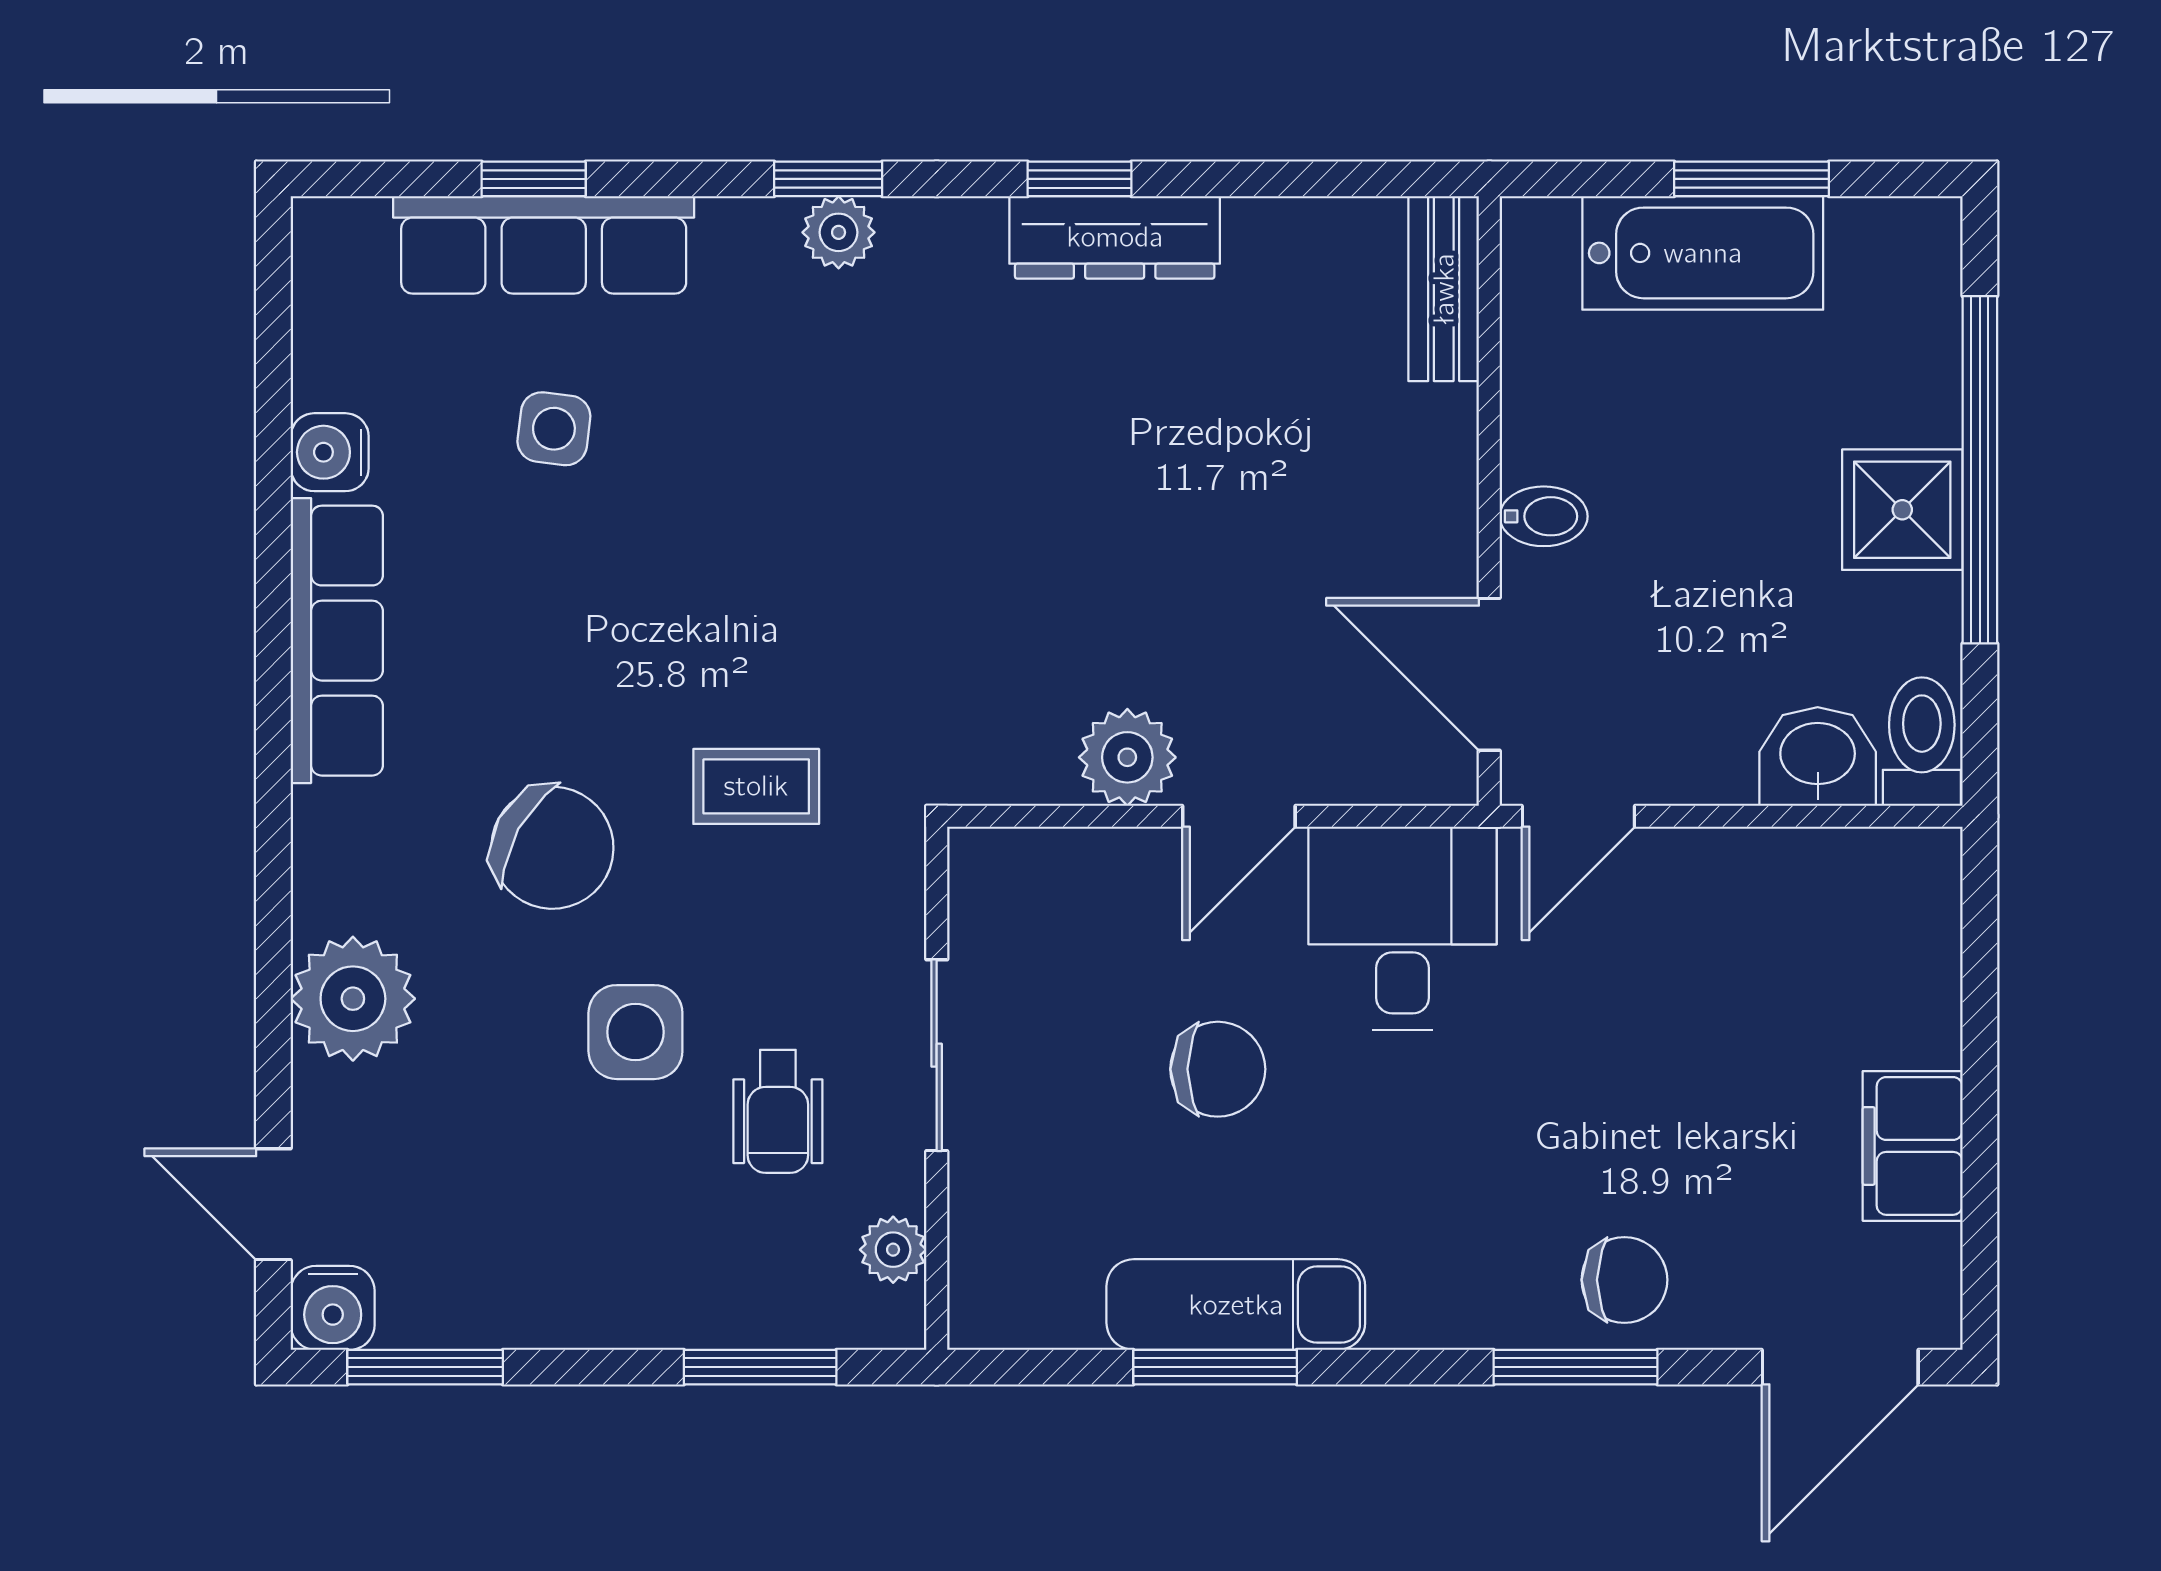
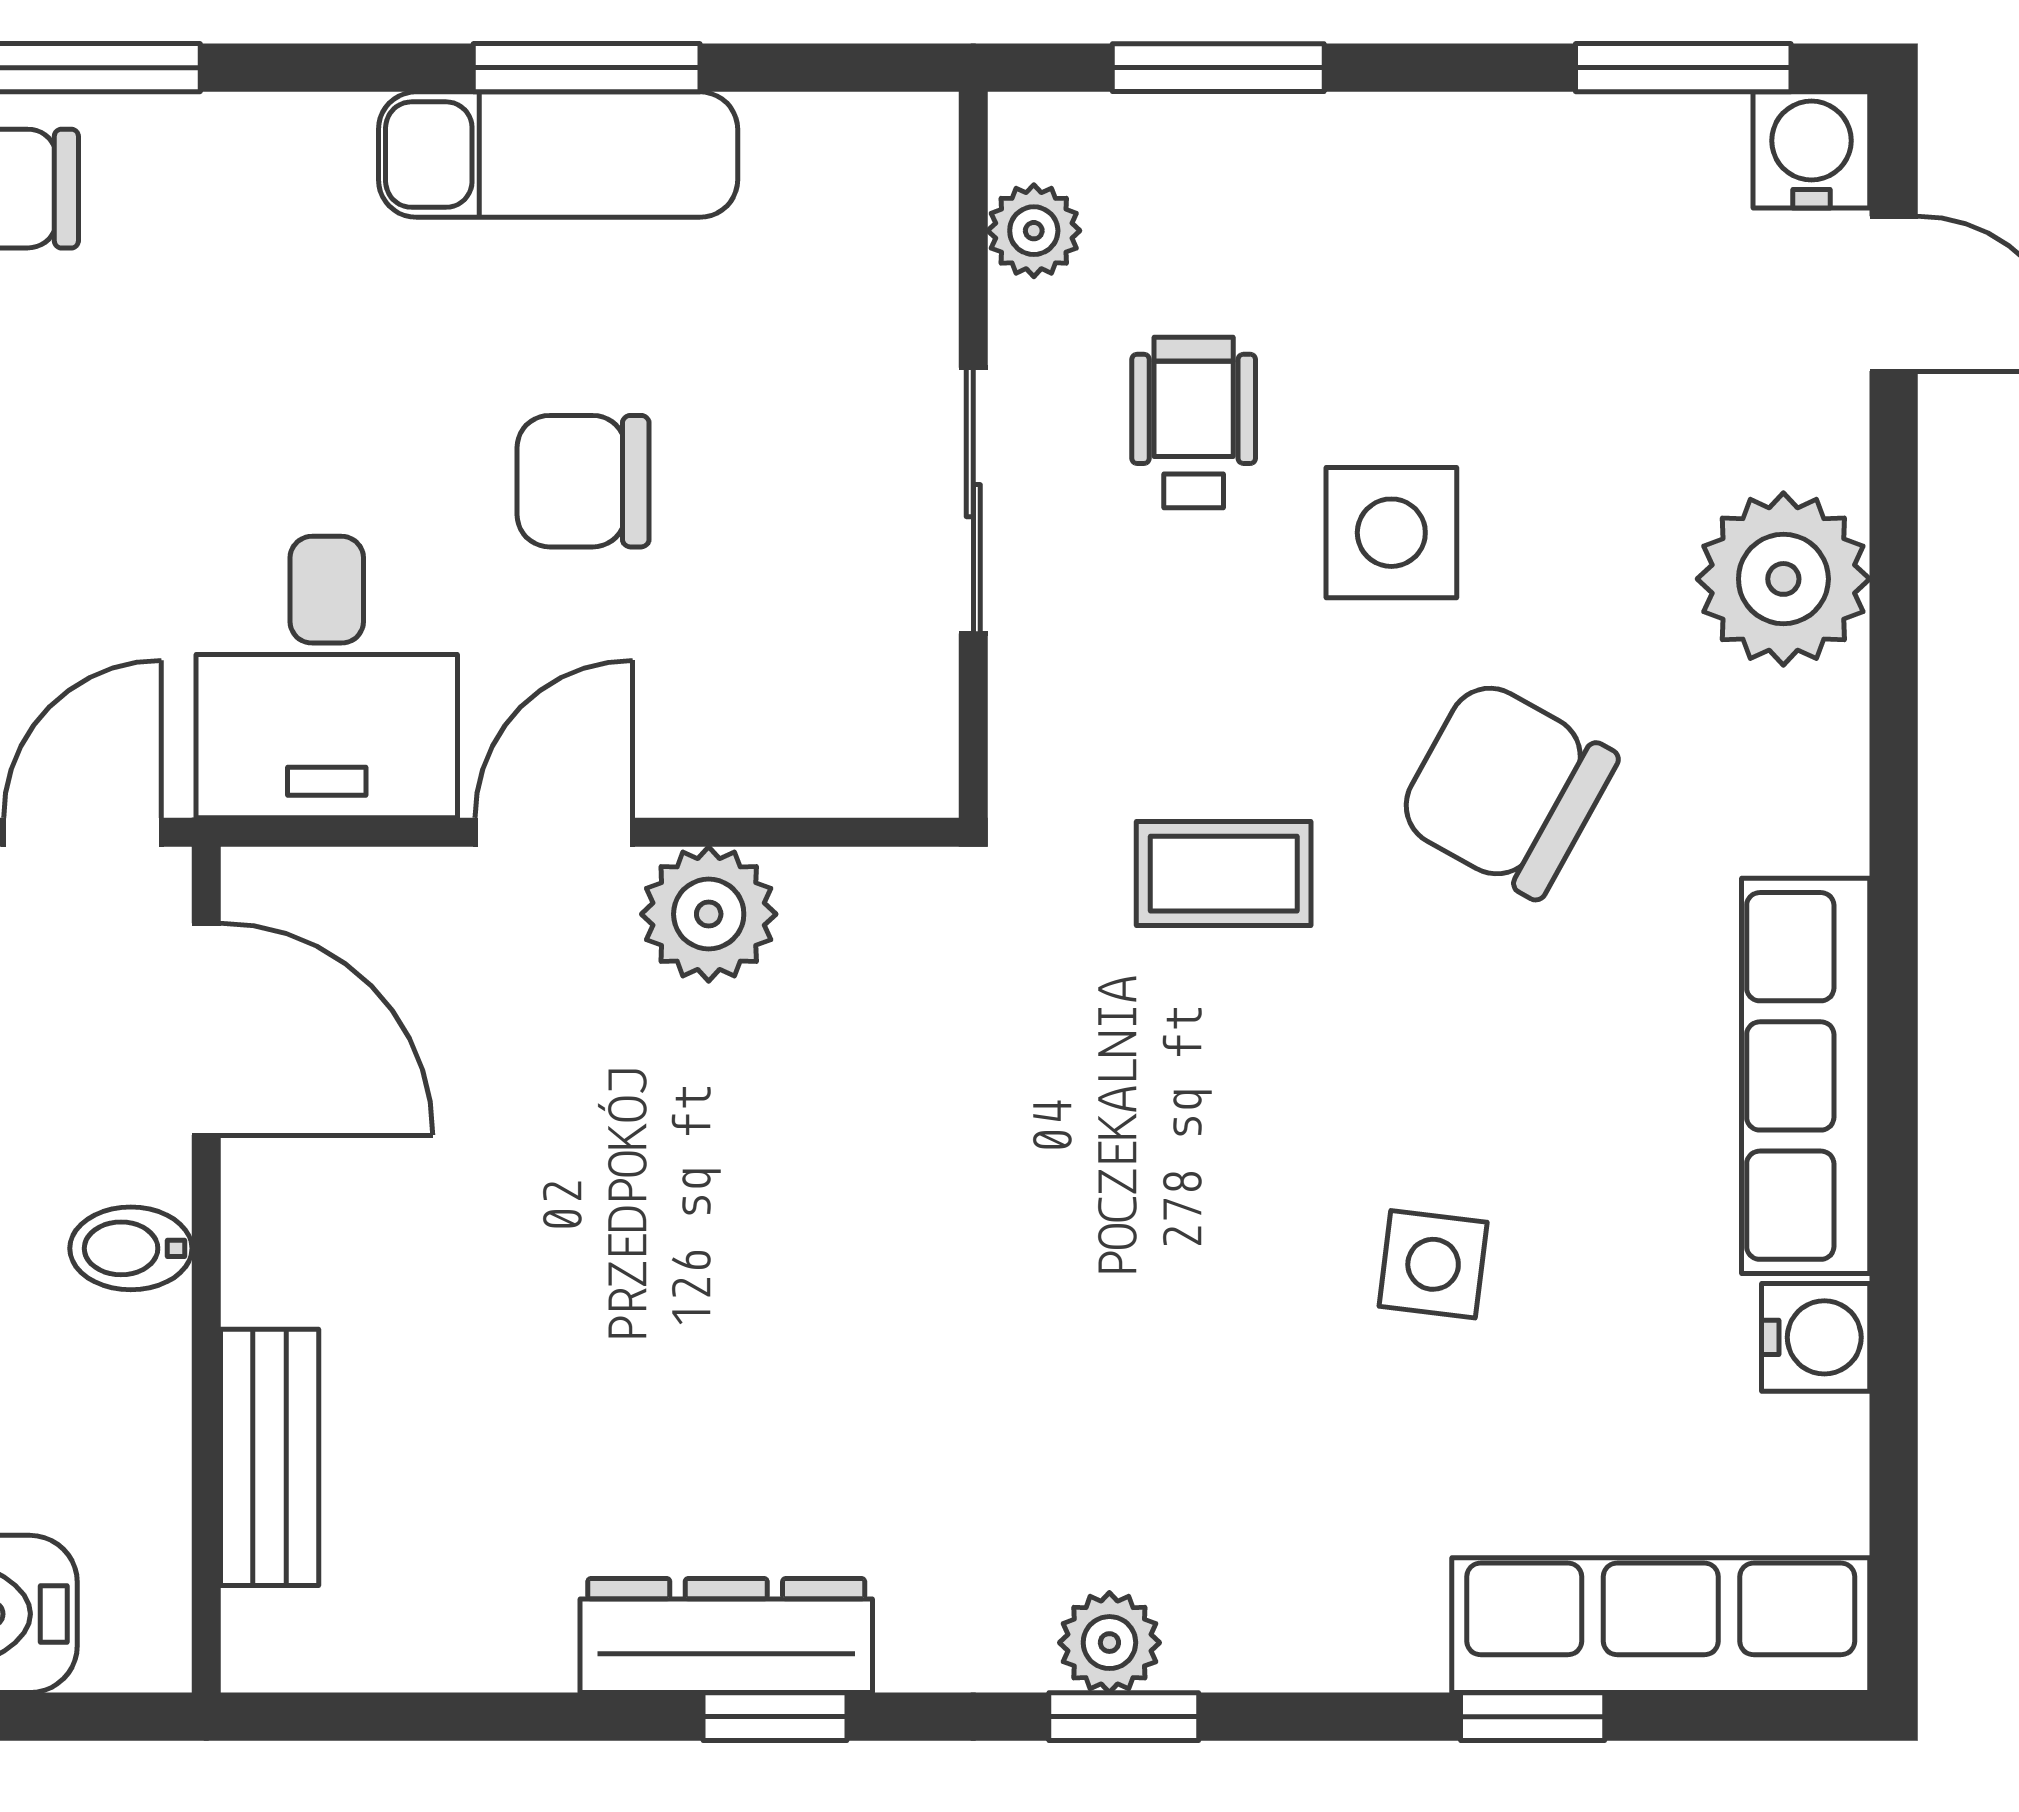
row of seats: (544, 245) -> (1661, 1625), moved
bench: (1444, 289) -> (270, 1457), moved
side table: (554, 429) -> (1433, 1264), moved

